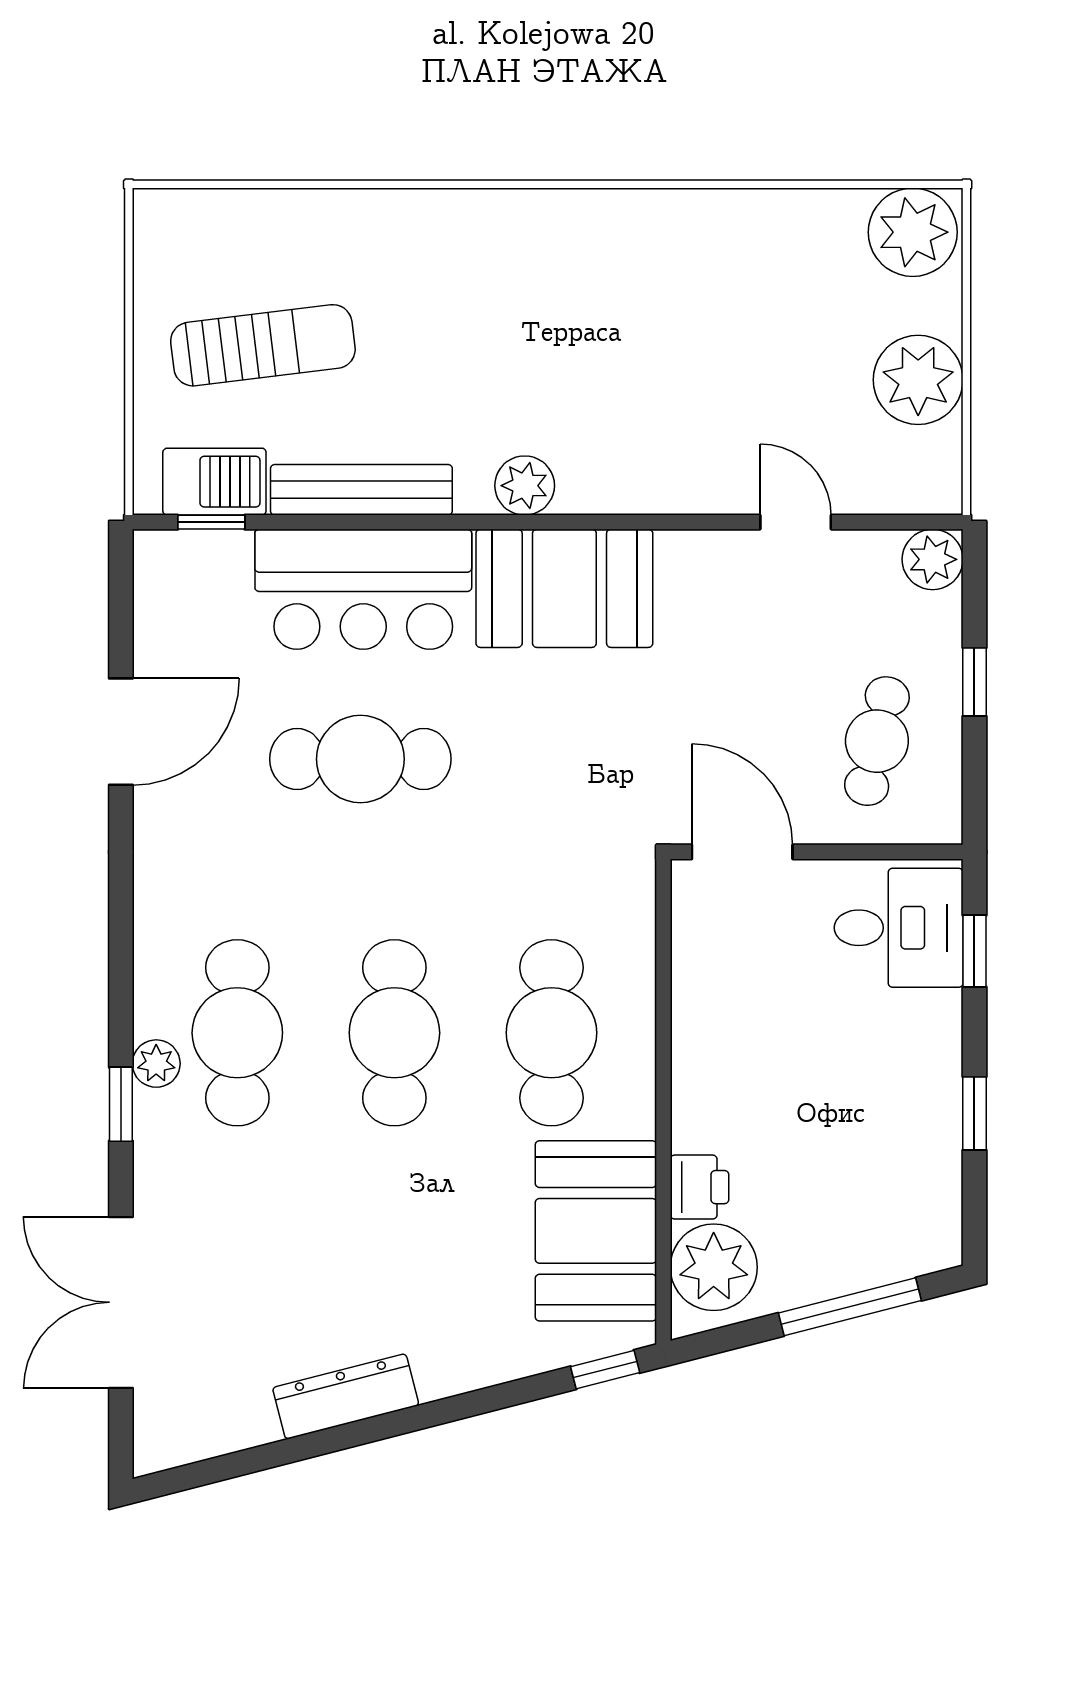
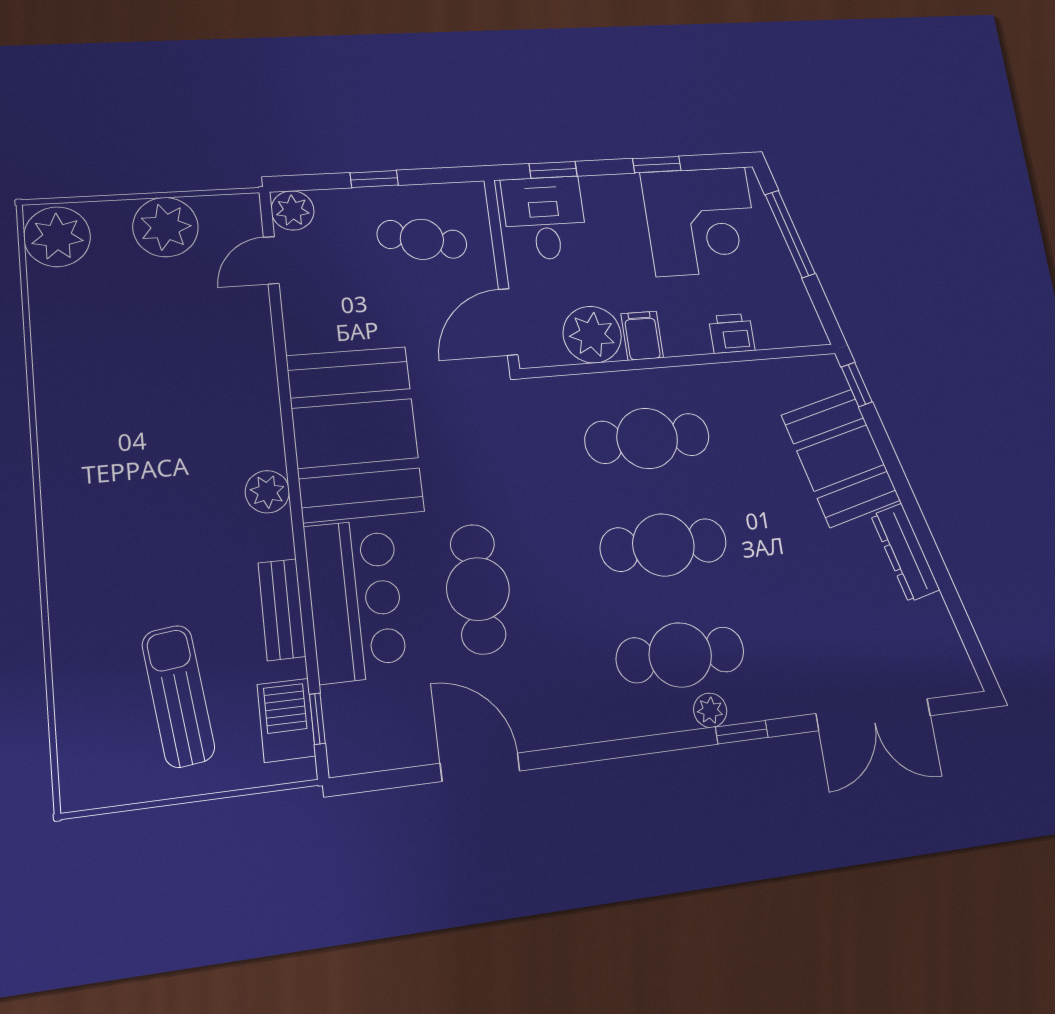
bench: (361, 490) -> (282, 610), width x0.73
door: (796, 522) -> (271, 260), moved
booth: (564, 588) -> (355, 433), width x1.36, depth x1.42
filing cabinet: (706, 1049) -> (642, 336), added
corner desk: (879, 1168) -> (701, 221), added
booth: (596, 1231) -> (841, 458), moved, turned 76
plant: (714, 1267) -> (592, 335), moved

